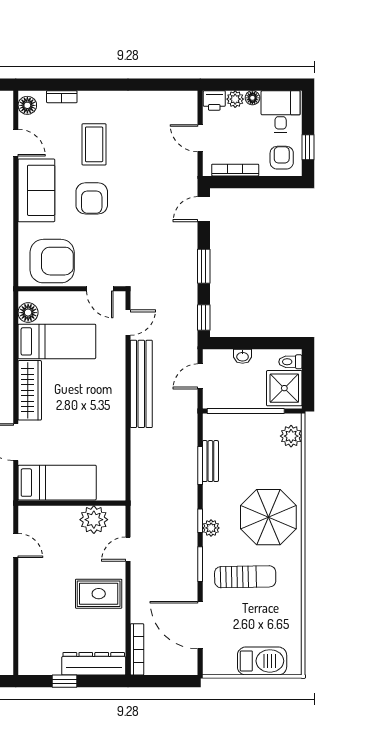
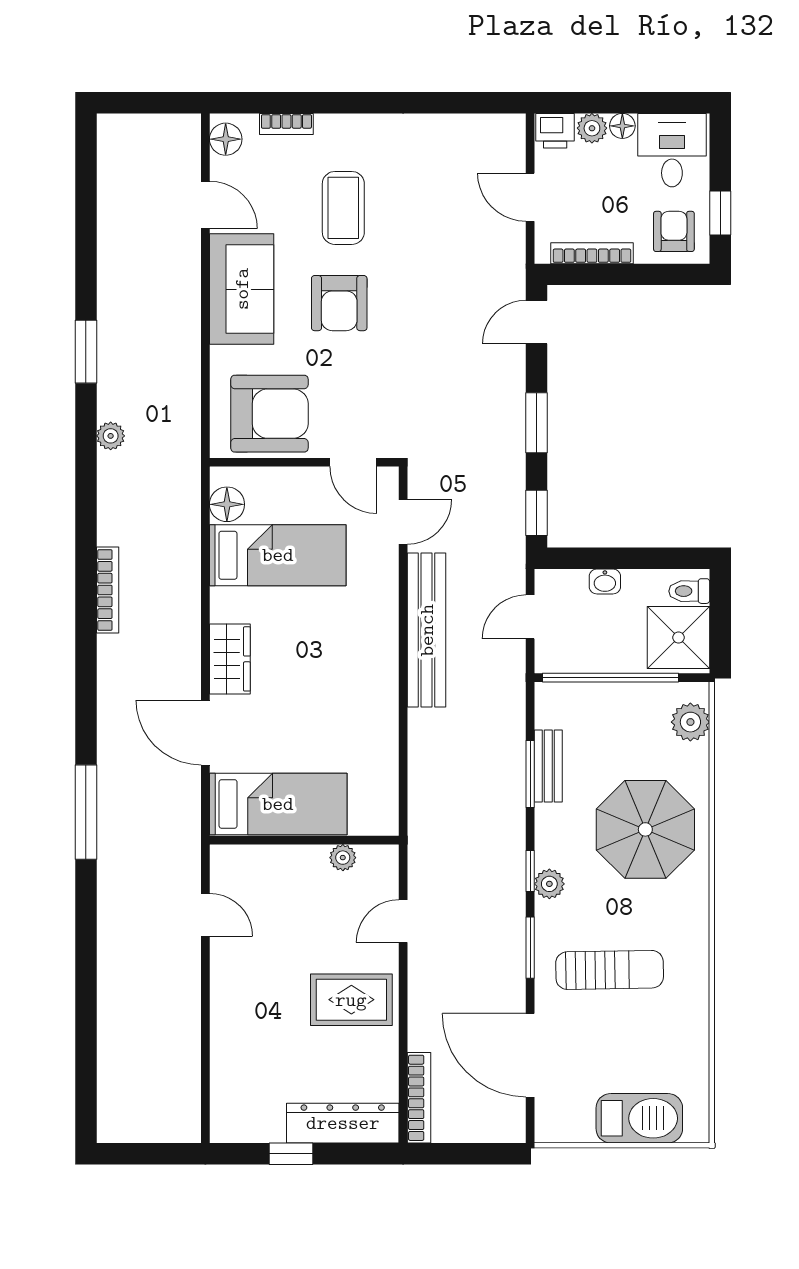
wardrobe: (30, 390) -> (230, 659), width x0.67
parasol: (268, 517) -> (645, 829), moved
plant: (94, 520) -> (343, 858), width x0.53, depth x0.53

